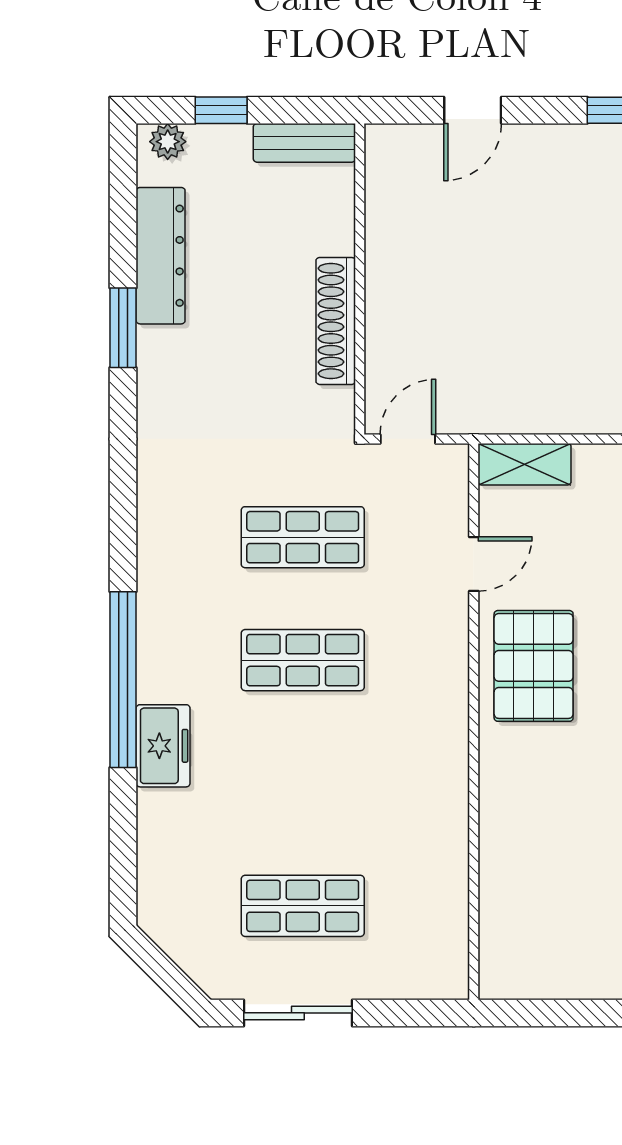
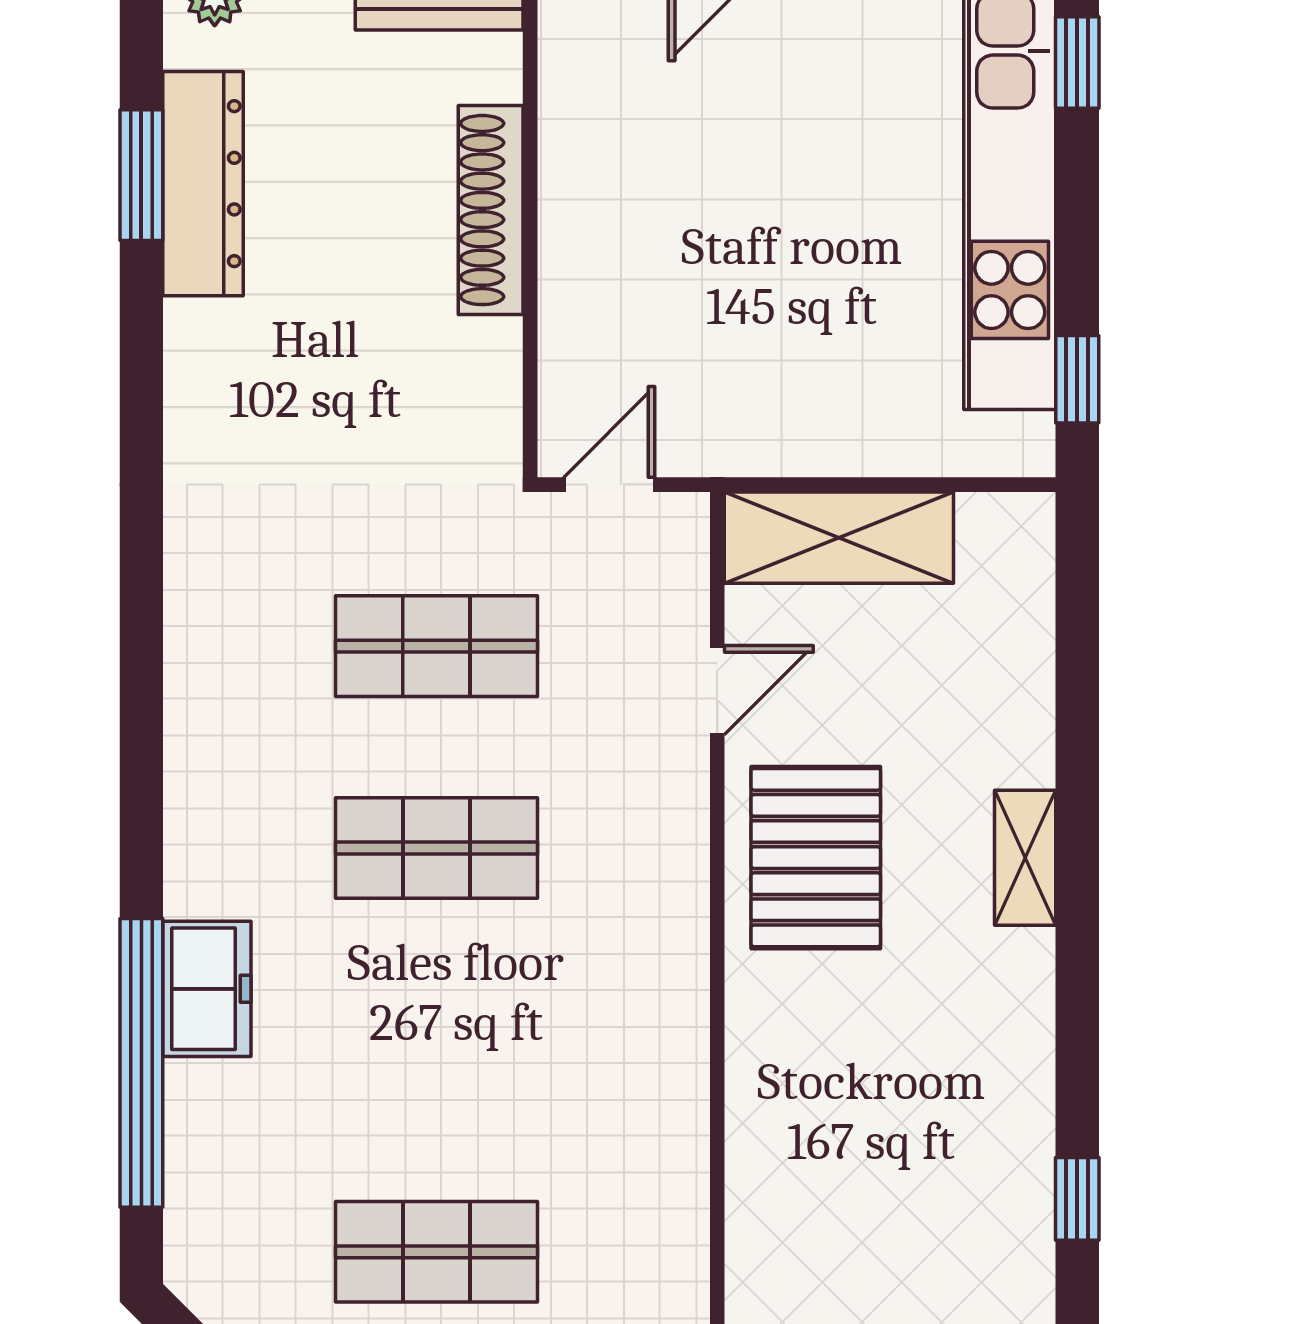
shoe rack: (336, 321) -> (491, 210), moved
window: (123, 328) -> (141, 175), moved
shelving: (524, 464) -> (839, 538), width x1.50, depth x1.33
window: (123, 680) -> (141, 1063), moved

